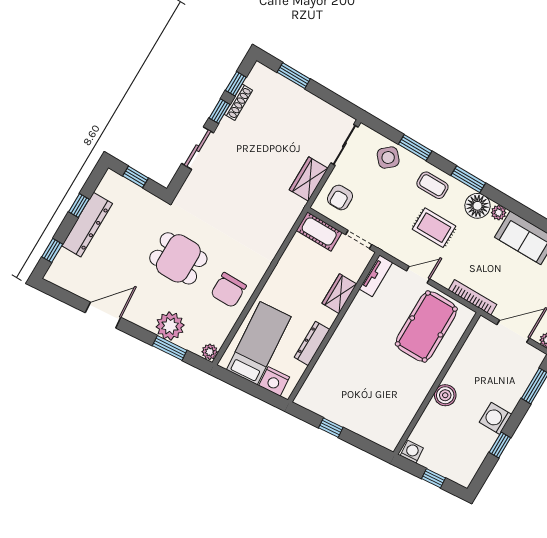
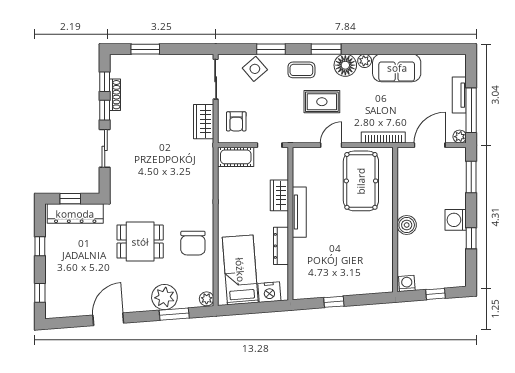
dresser: (87, 225) -> (75, 214), moved, turned 90
tv unit: (376, 276) -> (299, 212), moved, width x1.41

